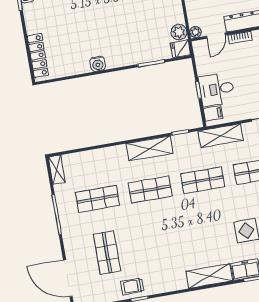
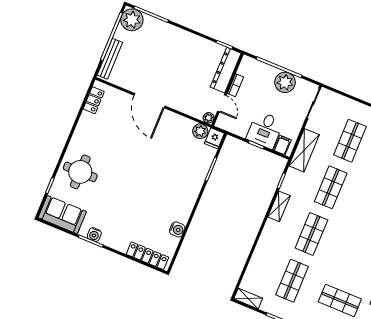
water cooler: (98, 64) -> (177, 229), moved
shelving: (150, 148) -> (279, 206), width x0.67, depth x0.75

